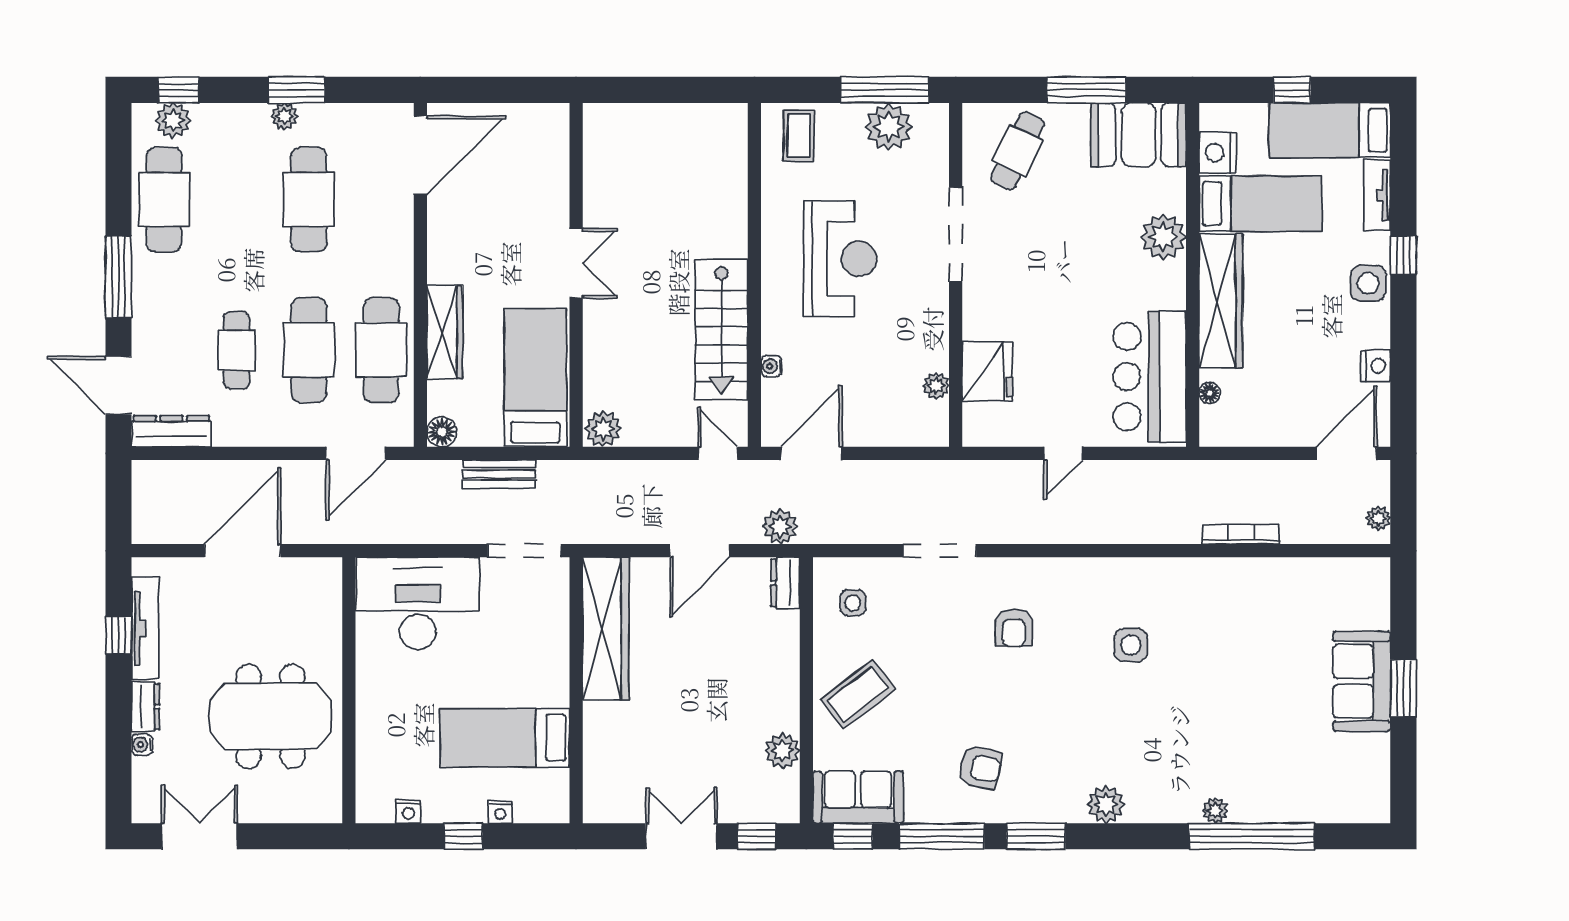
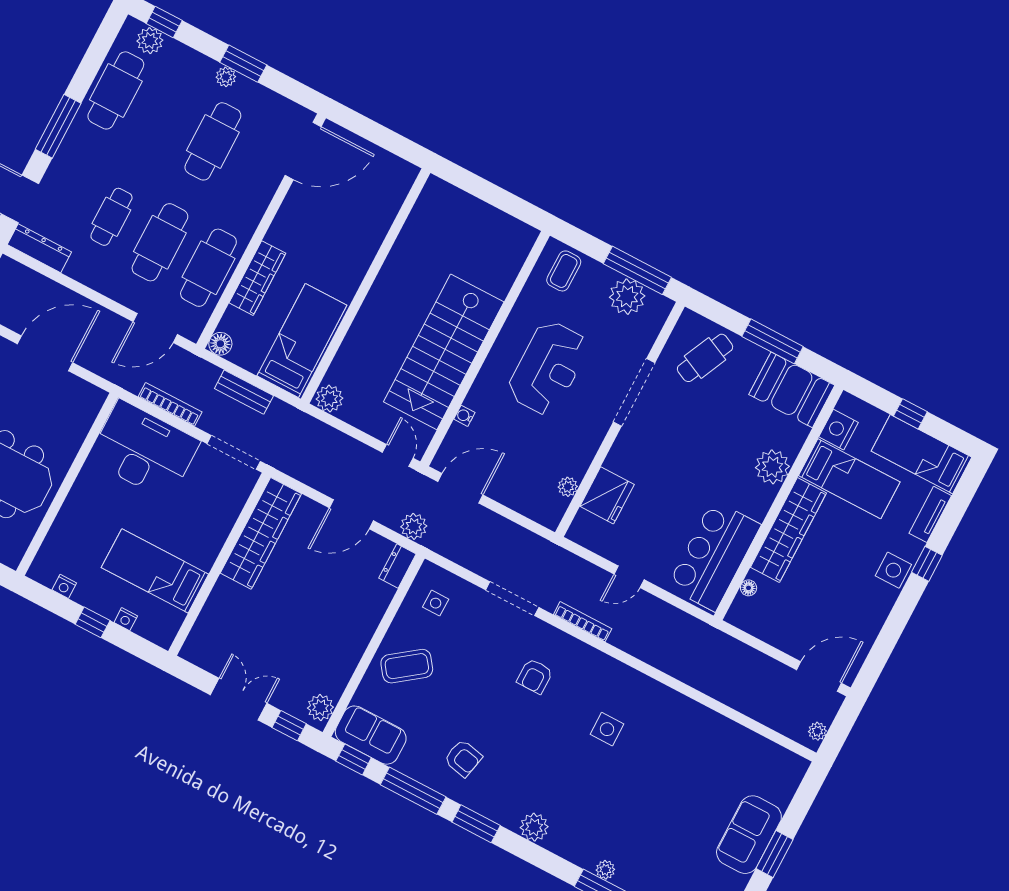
double door: (576, 263) -> (370, 278), removed
stairs: (722, 329) -> (444, 352), width x1.36, depth x1.51
nightstand: (1376, 366) -> (869, 628), removed
bookcase: (420, 533) -> (170, 404), added
bookcase: (1241, 534) -> (583, 622), moved
plant: (782, 751) -> (320, 708), moved

